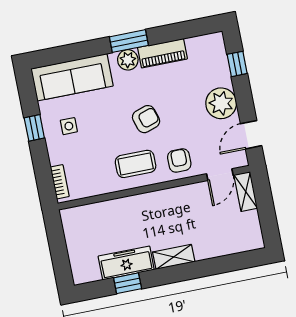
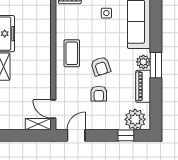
plant: (221, 103) -> (135, 119), moved
door: (251, 135) -> (76, 135), hinge flipped
armchair: (179, 160) -> (99, 94), moved, turned 90

